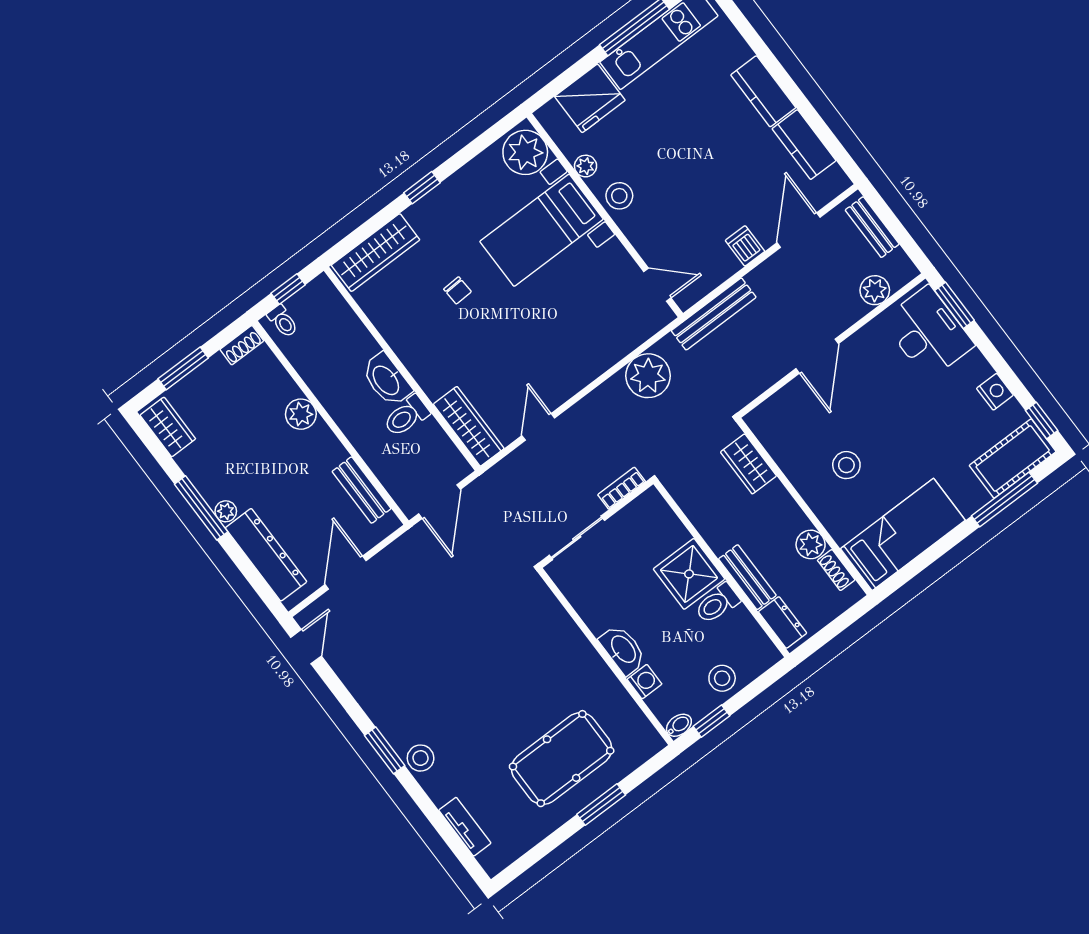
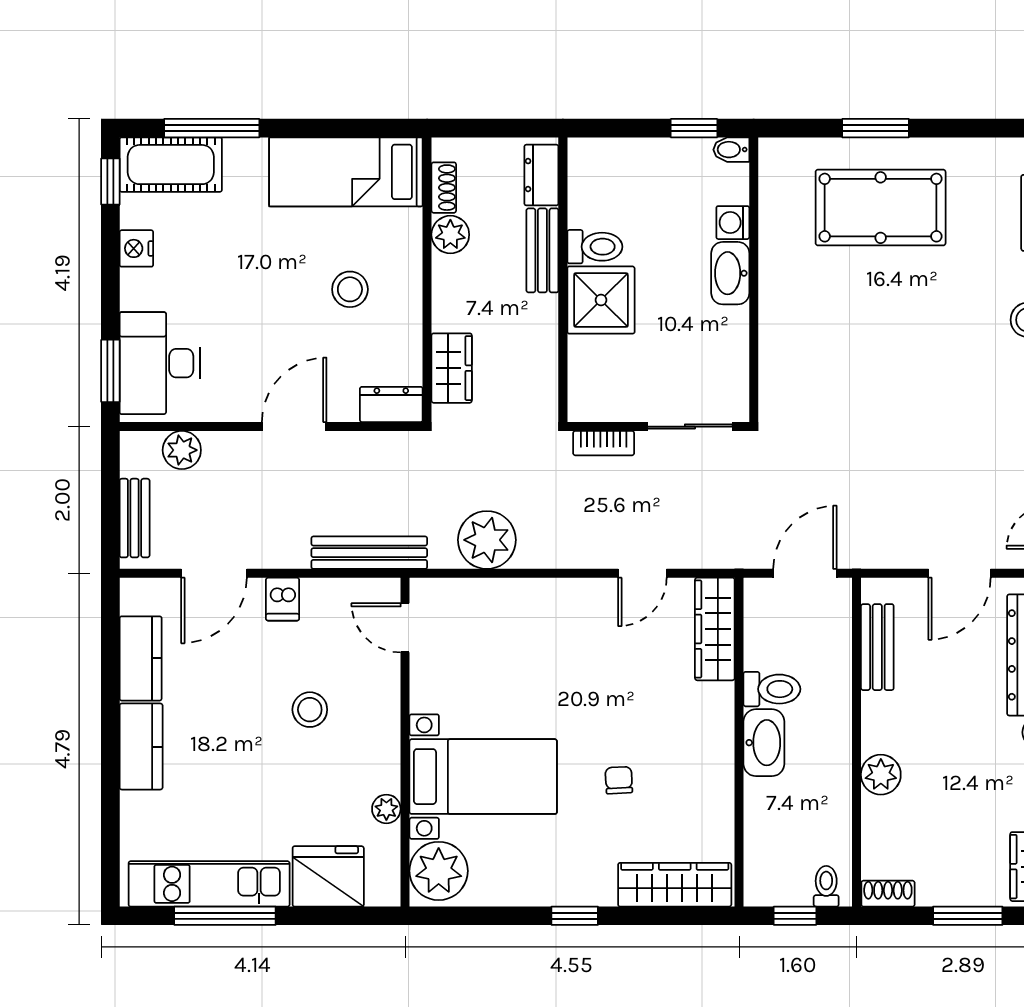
stool: (619, 196) -> (310, 710), moved
dresser: (768, 414) -> (391, 404), added
stool: (722, 678) -> (649, 165), removed

